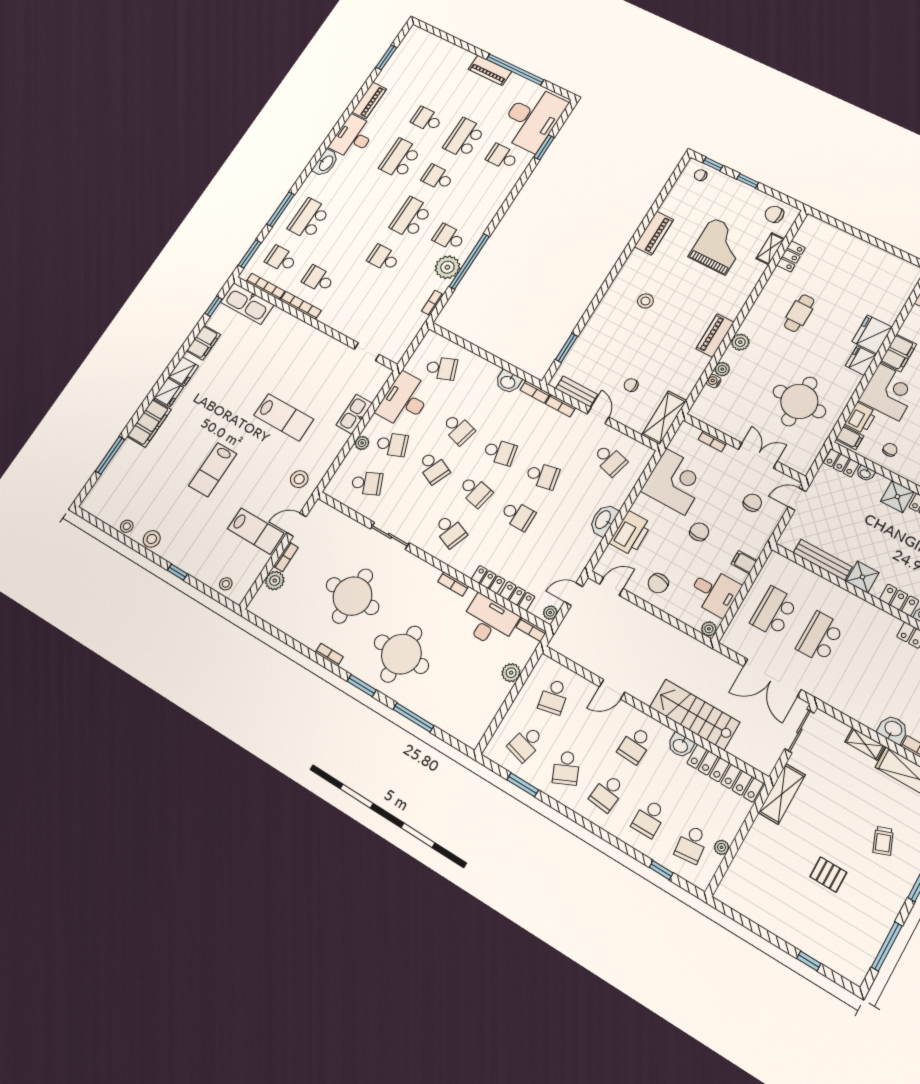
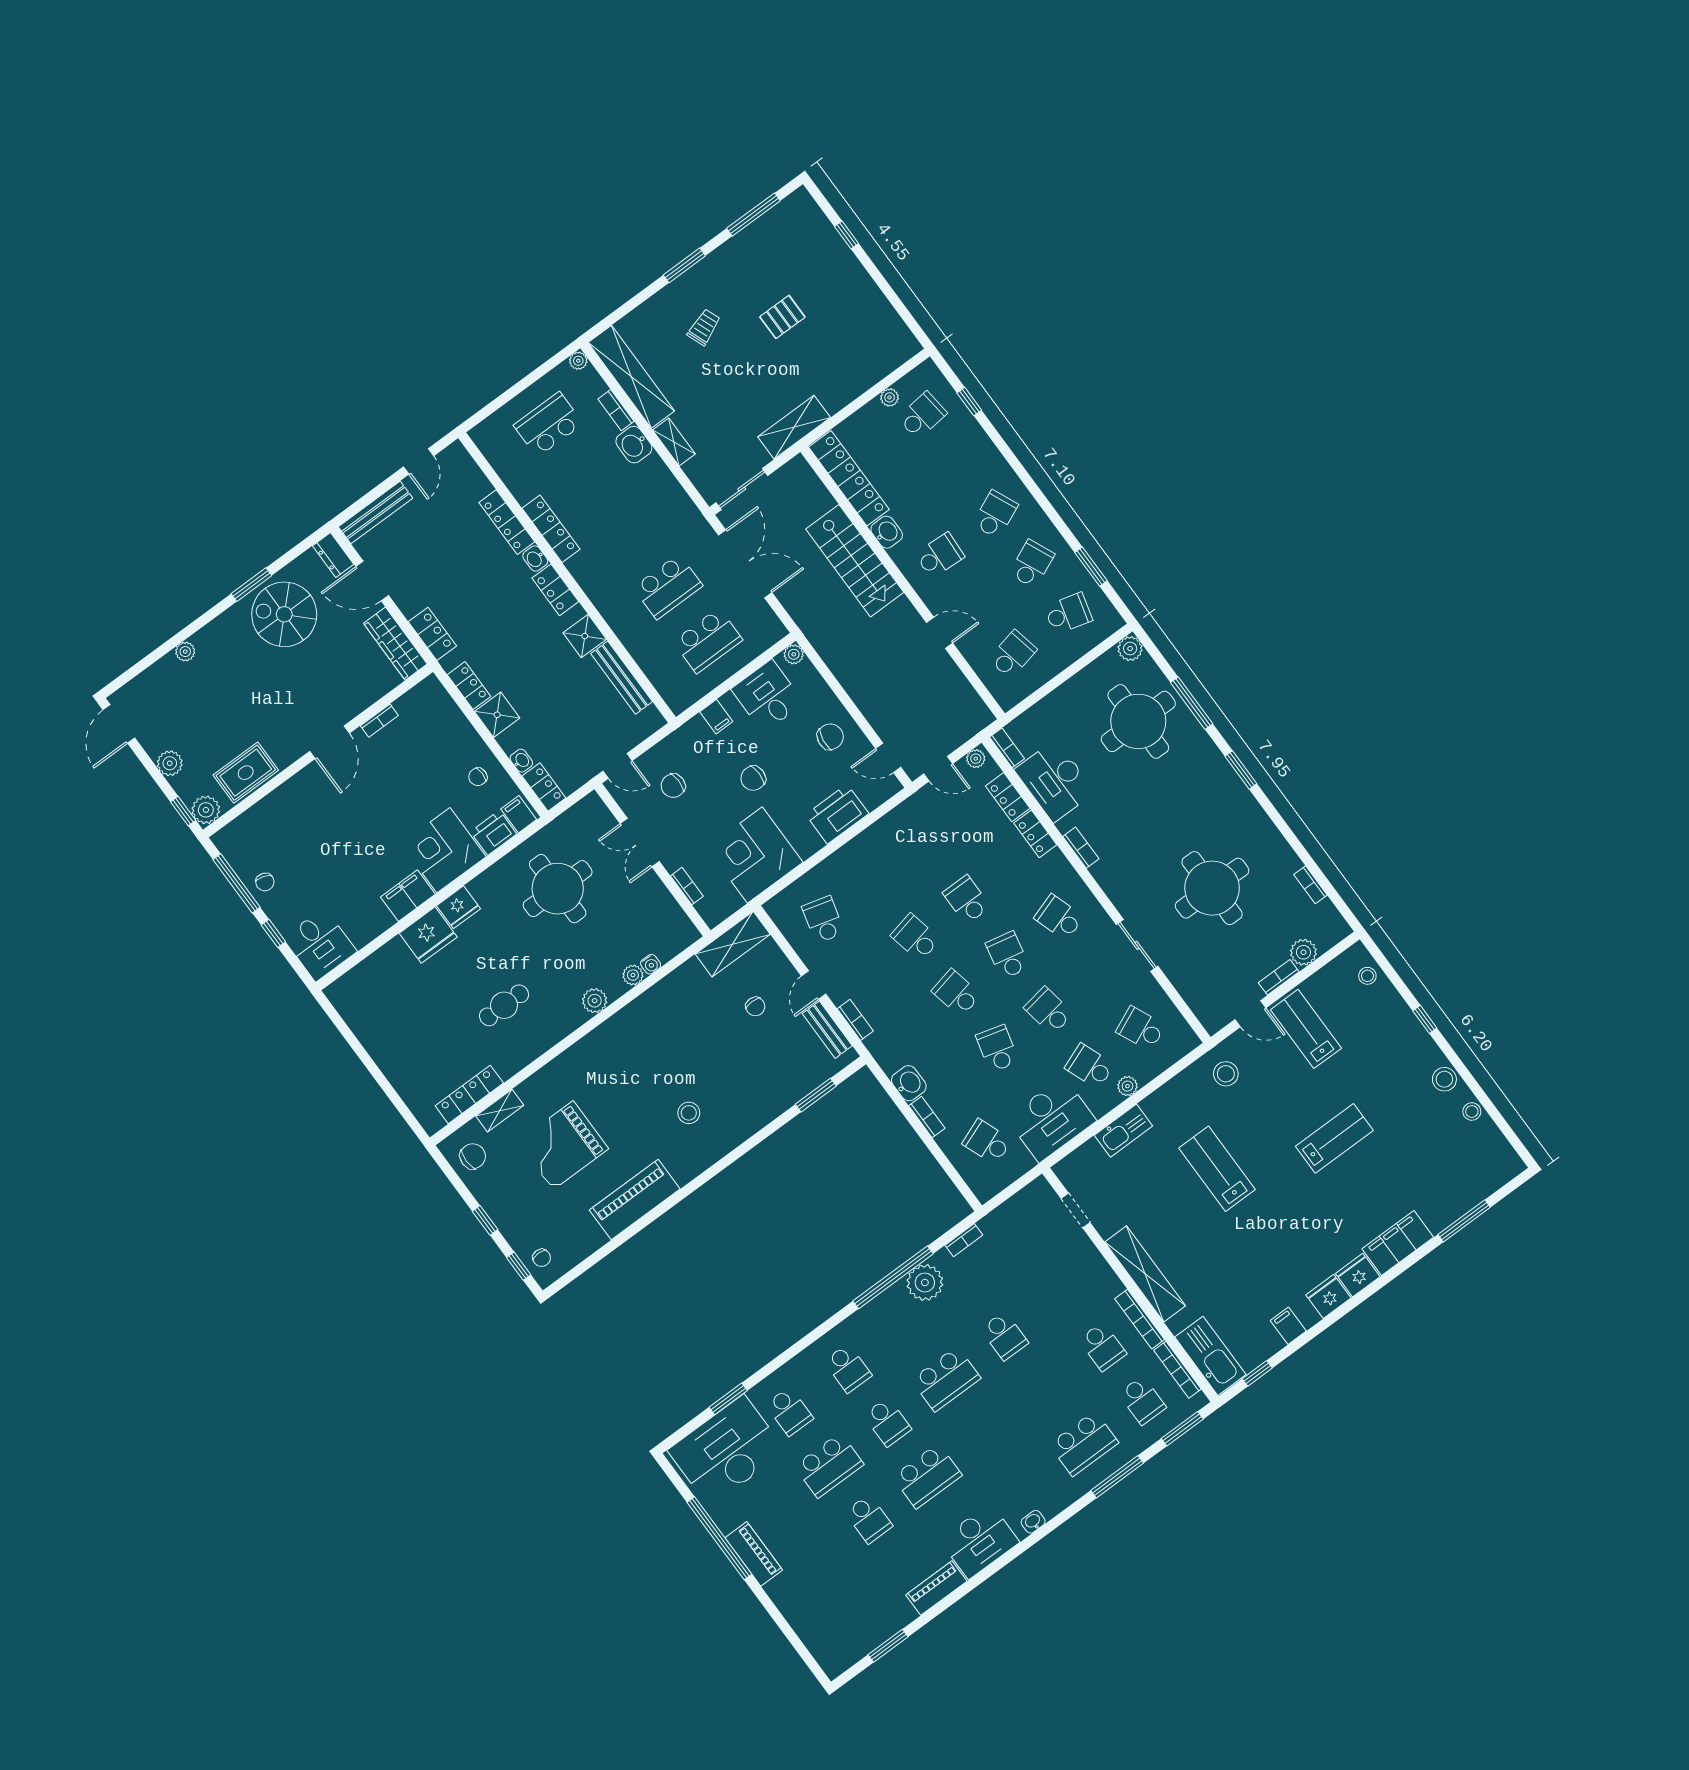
washbasin: (326, 163) -> (1033, 1522), width x0.52, depth x0.69
chair: (774, 214) -> (473, 1156), turned -90
piano: (654, 233) -> (635, 1200), width x1.37, depth x1.33
school desk: (449, 237) -> (848, 1368), moved
locker: (791, 256) -> (469, 1094), width x1.53
shelving: (307, 334) -> (1145, 1274), added
piano: (715, 336) -> (622, 1024), removed
filing cabinet: (203, 343) -> (1288, 1326), width x0.50
bookcase: (535, 392) -> (927, 1117), moved
school desk: (433, 468) -> (1048, 1011), turned -33
washbasin: (603, 520) -> (863, 846), removed
school desk: (450, 531) -> (1059, 917), turned -39
round table: (401, 654) -> (1138, 721), moved
bookcase: (329, 655) -> (1310, 885), moved
plant: (511, 673) -> (1130, 649), moved
school desk: (607, 793) -> (995, 514), turned -30
school desk: (649, 818) -> (959, 465), removed
pallet: (828, 875) -> (782, 317), turned 90

